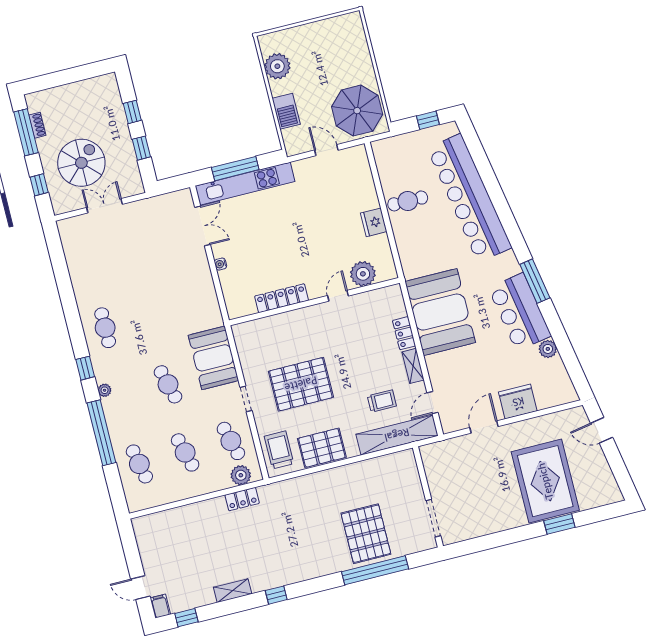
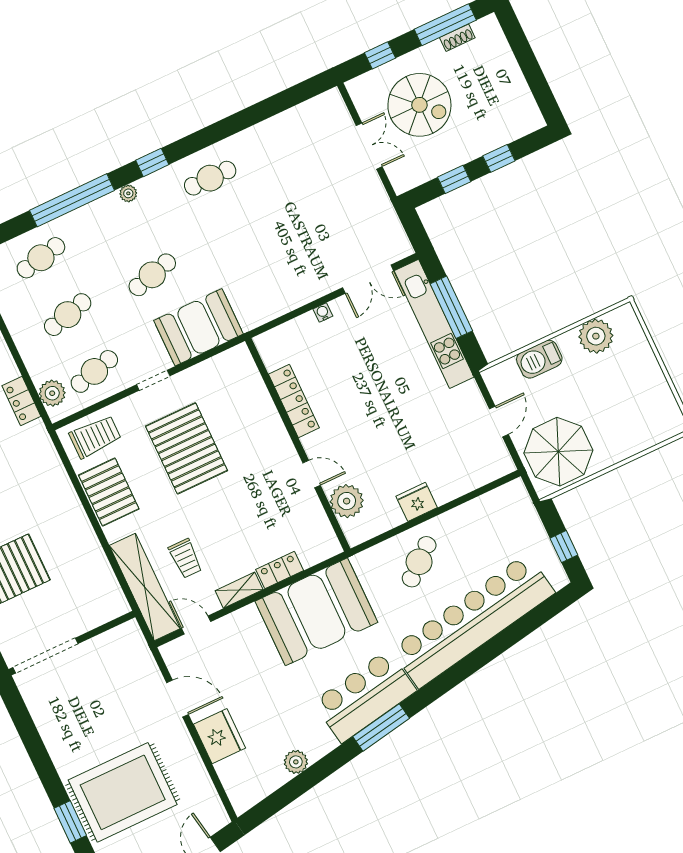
cafe table: (408, 201) -> (419, 562), moved, turned 50
bar counter: (520, 312) -> (365, 696), moved
doorway: (433, 518) -> (45, 656), width x1.36

